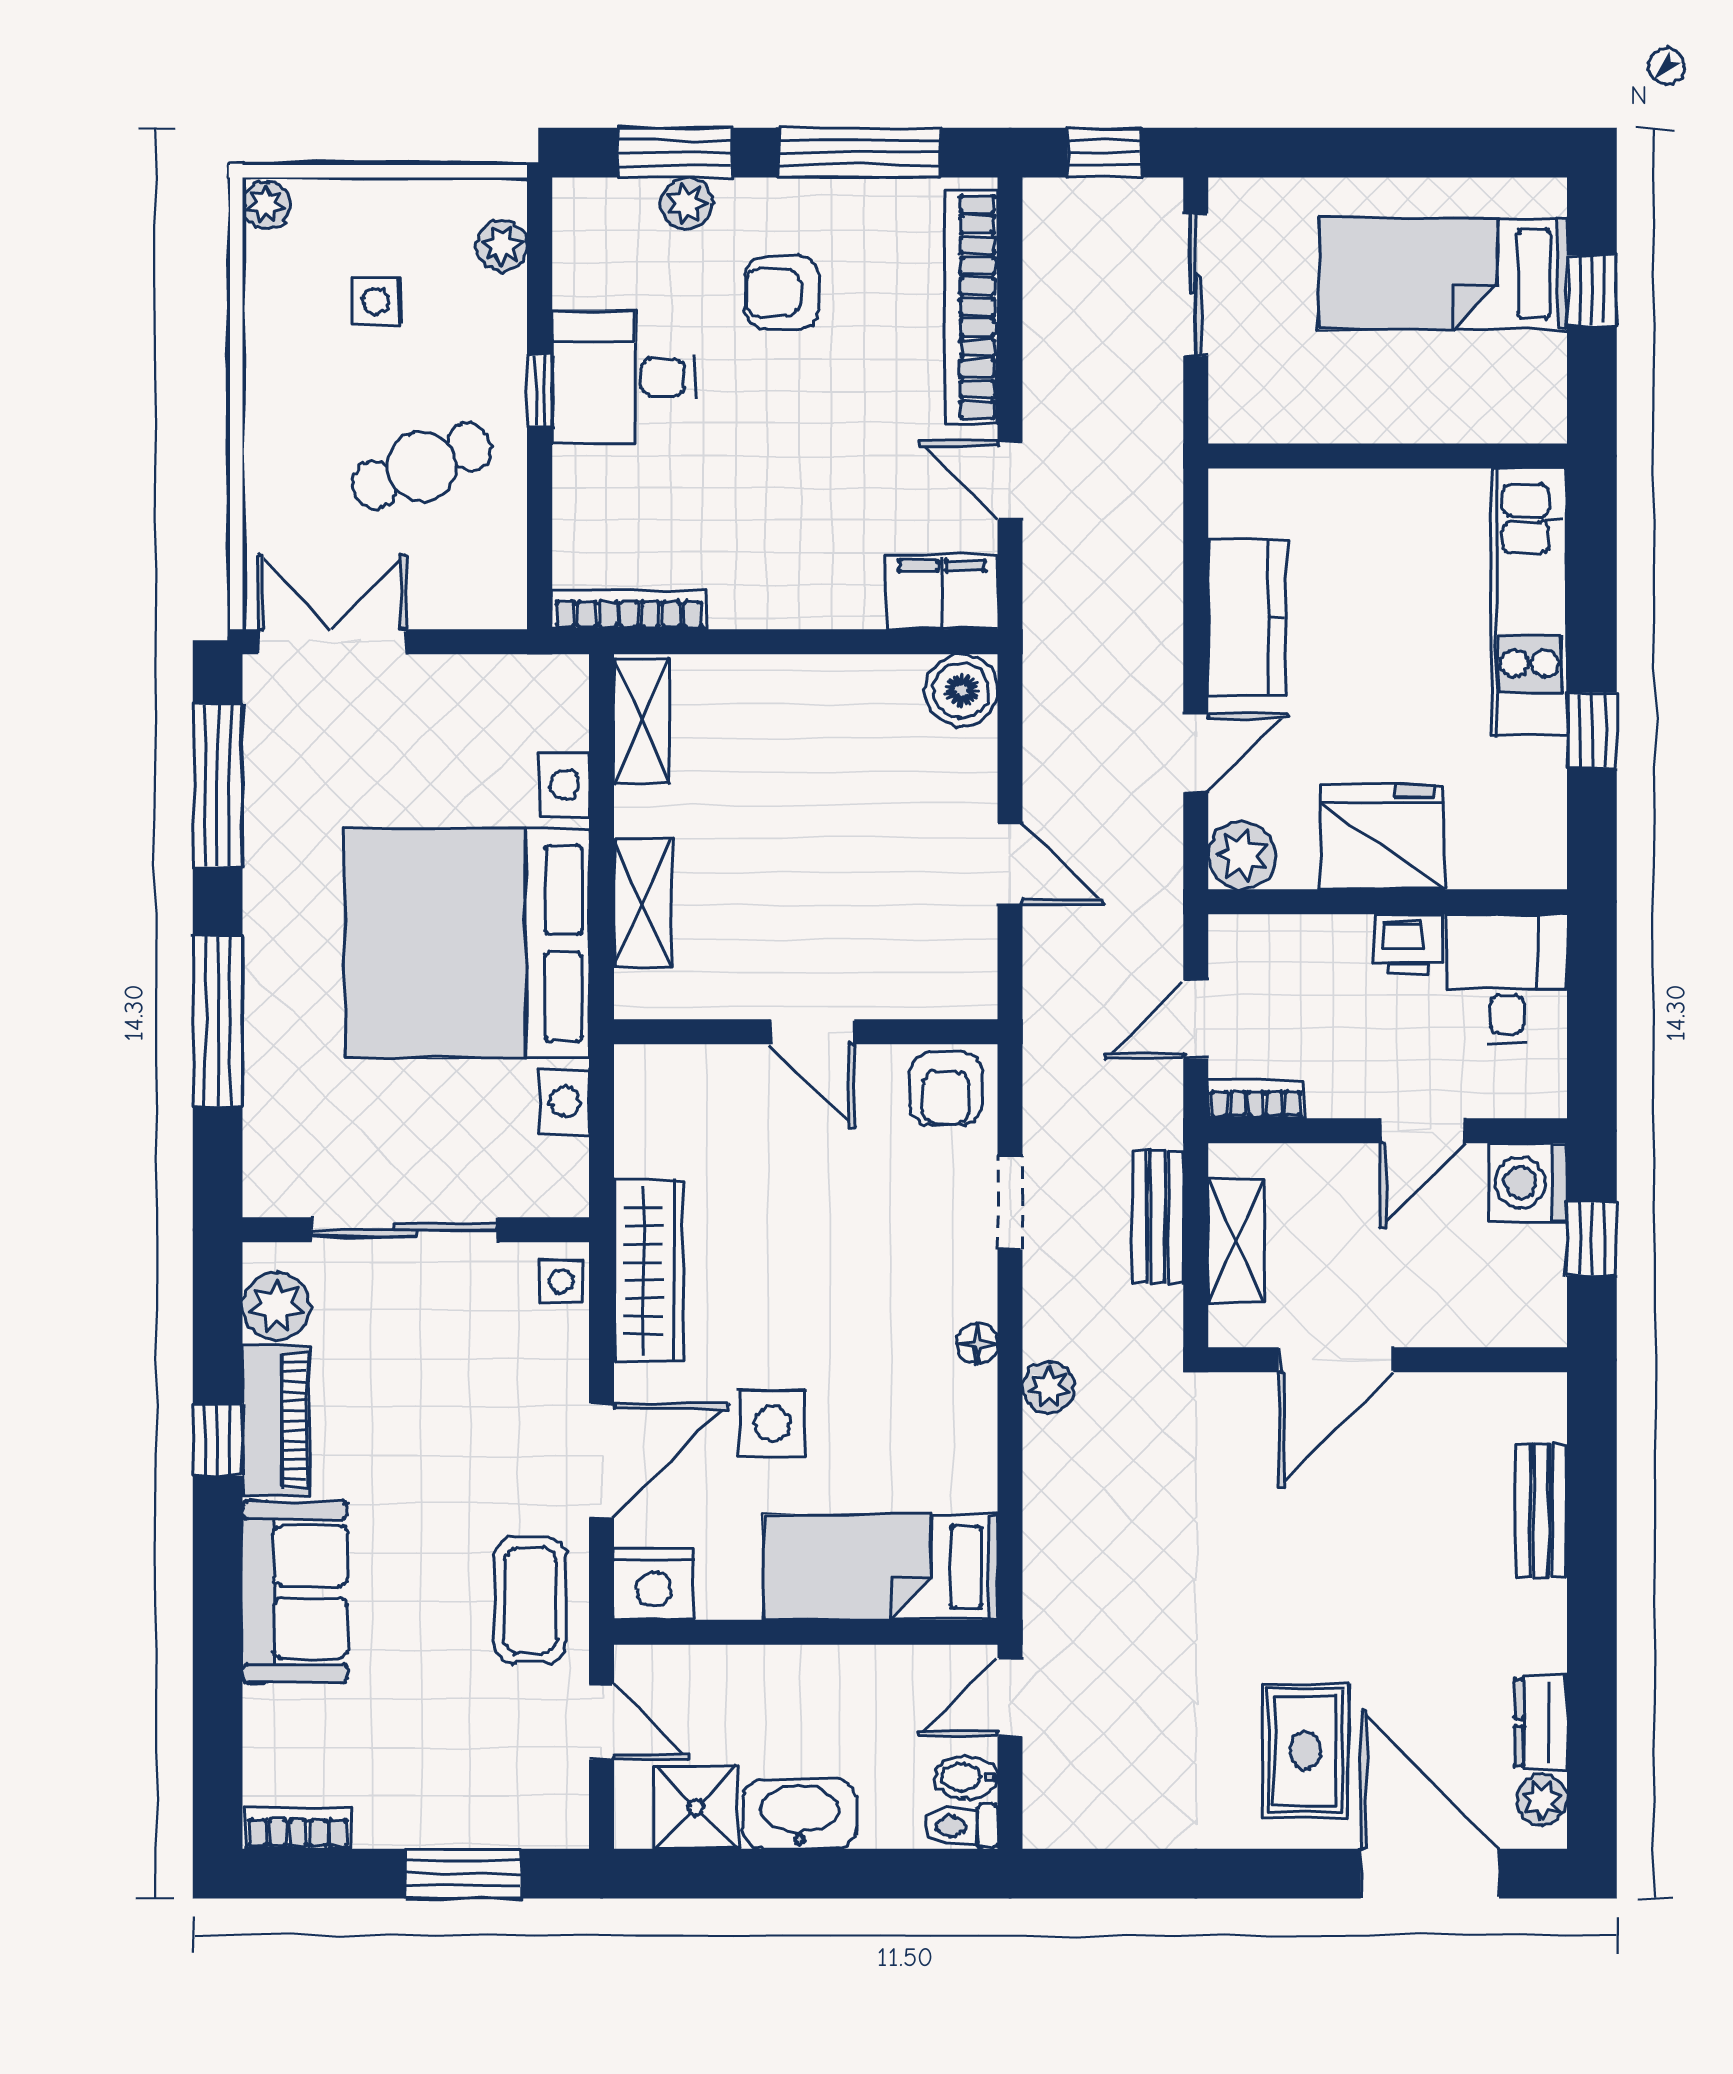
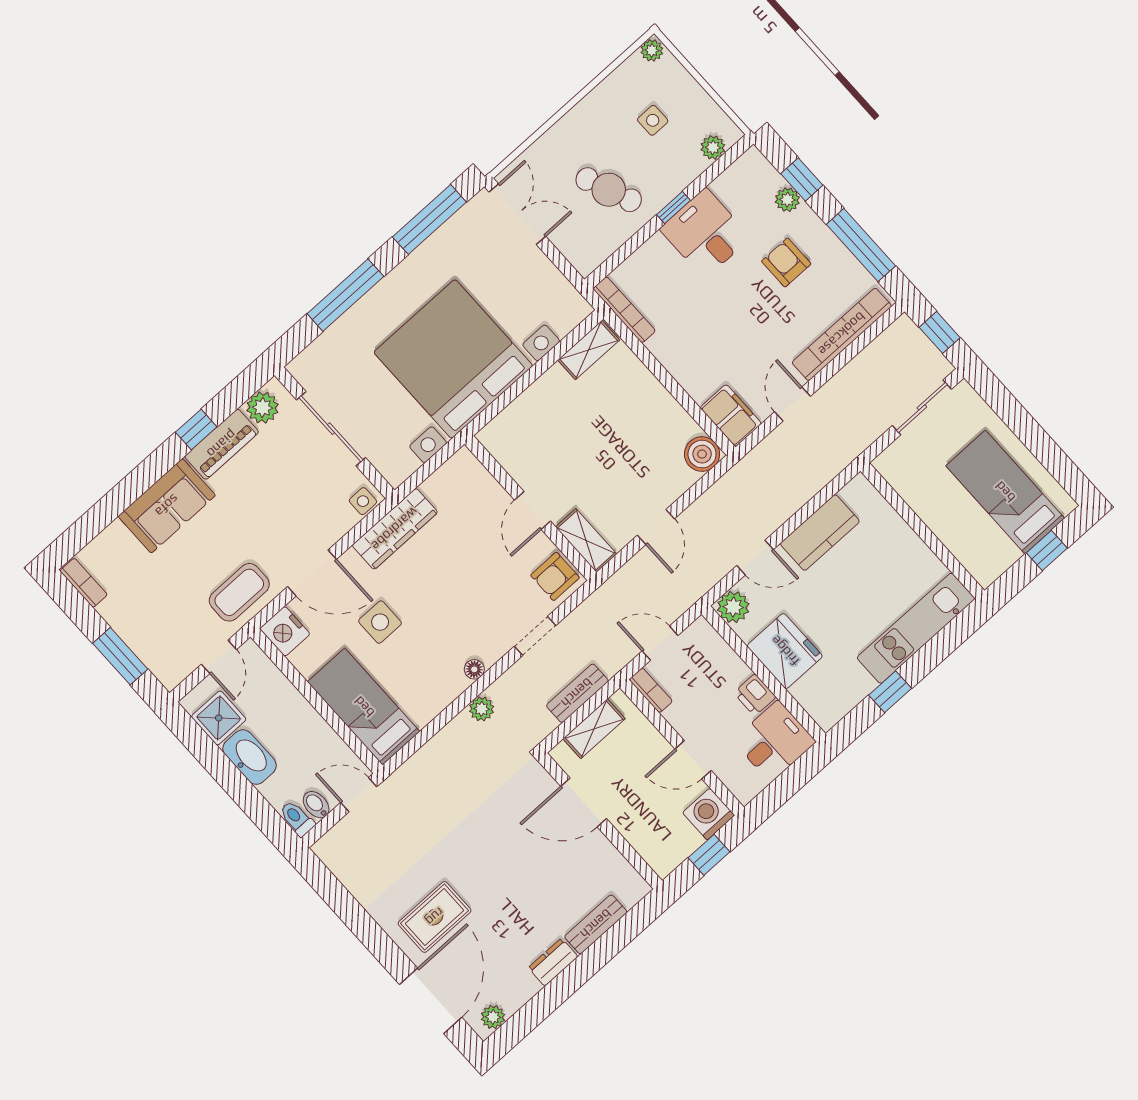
window: (675, 153) -> (802, 179), width x0.67
shelving: (643, 903) -> (586, 540), moved, turned 90
dresser: (1541, 1722) -> (553, 962), moved

